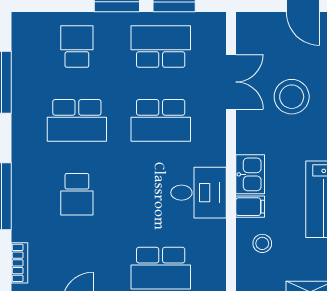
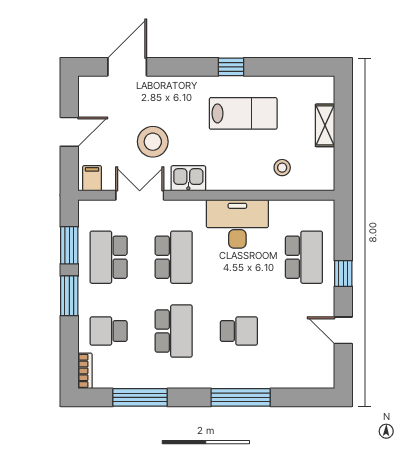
kitchen sink: (250, 174) -> (188, 178), moved
desk: (199, 193) -> (237, 224), width x1.37
filing cabinet: (250, 207) -> (92, 178), moved
bookcase: (20, 263) -> (85, 371), moved, turned 90

